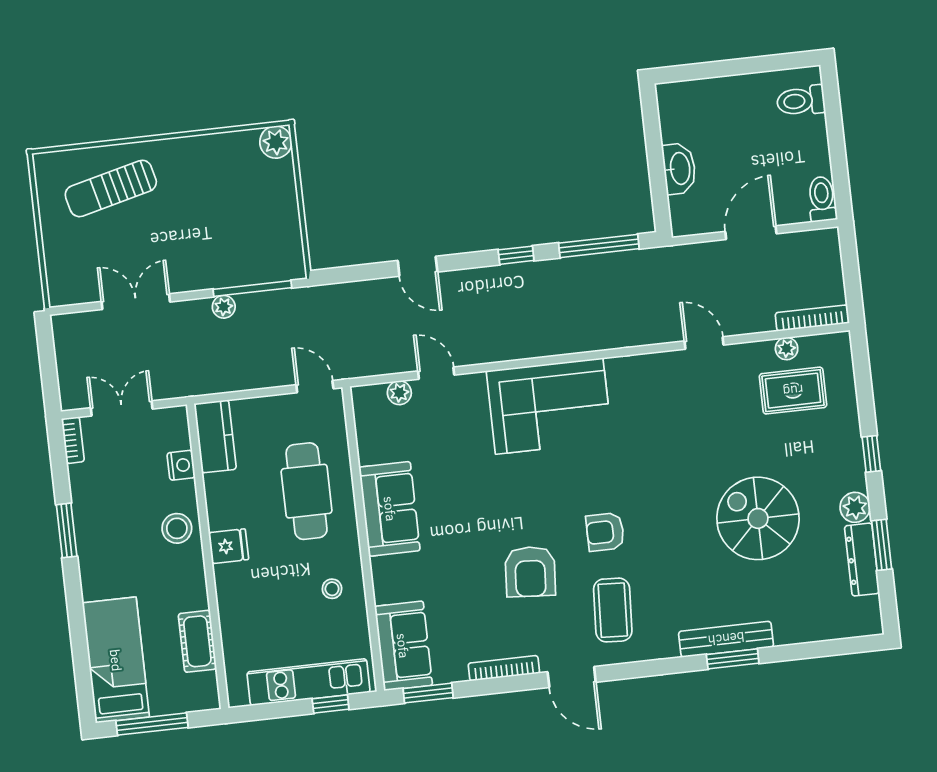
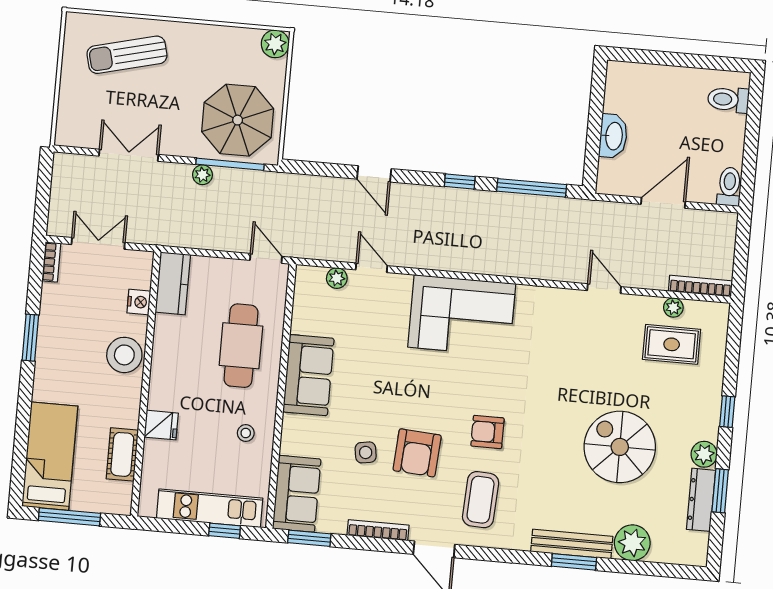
parasol: (251, 237) -> (238, 120), added
stool: (177, 528) -> (124, 355), width x1.38, depth x1.38
fridge: (229, 546) -> (161, 425), moved
side table: (472, 583) -> (366, 452), added
plant: (794, 624) -> (632, 543), added

